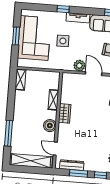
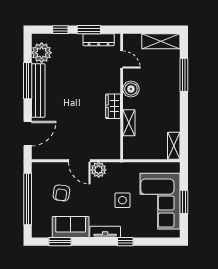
shelving: (31, 161) -> (161, 41), width x0.68

